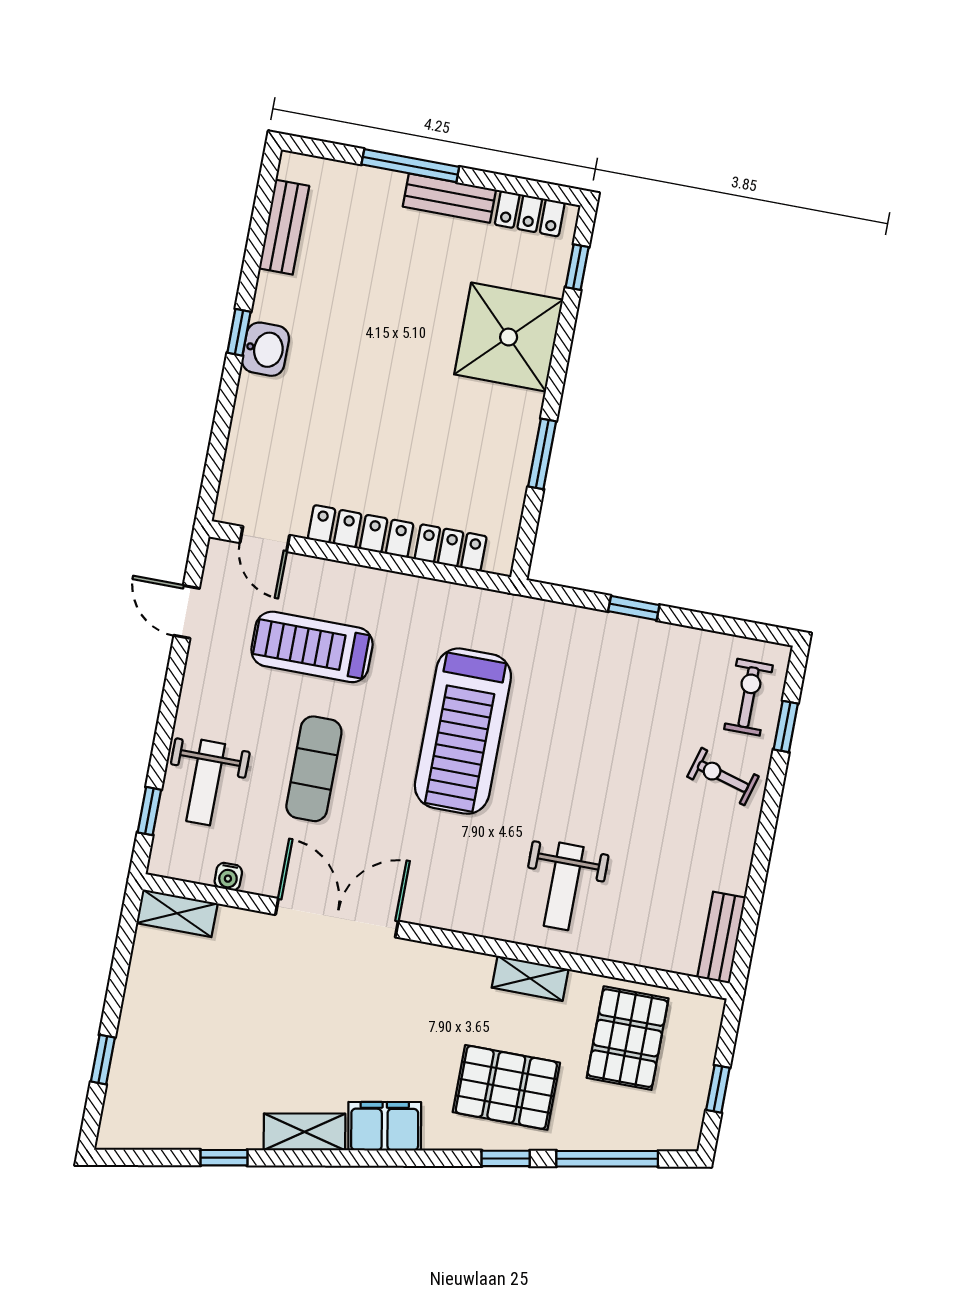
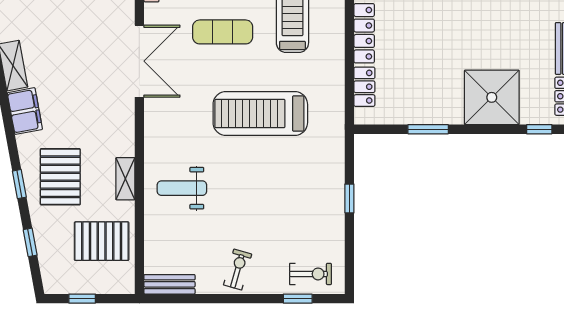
exercise bike: (723, 777) -> (238, 269), moved
window: (607, 1159) -> (30, 242), width x0.46

